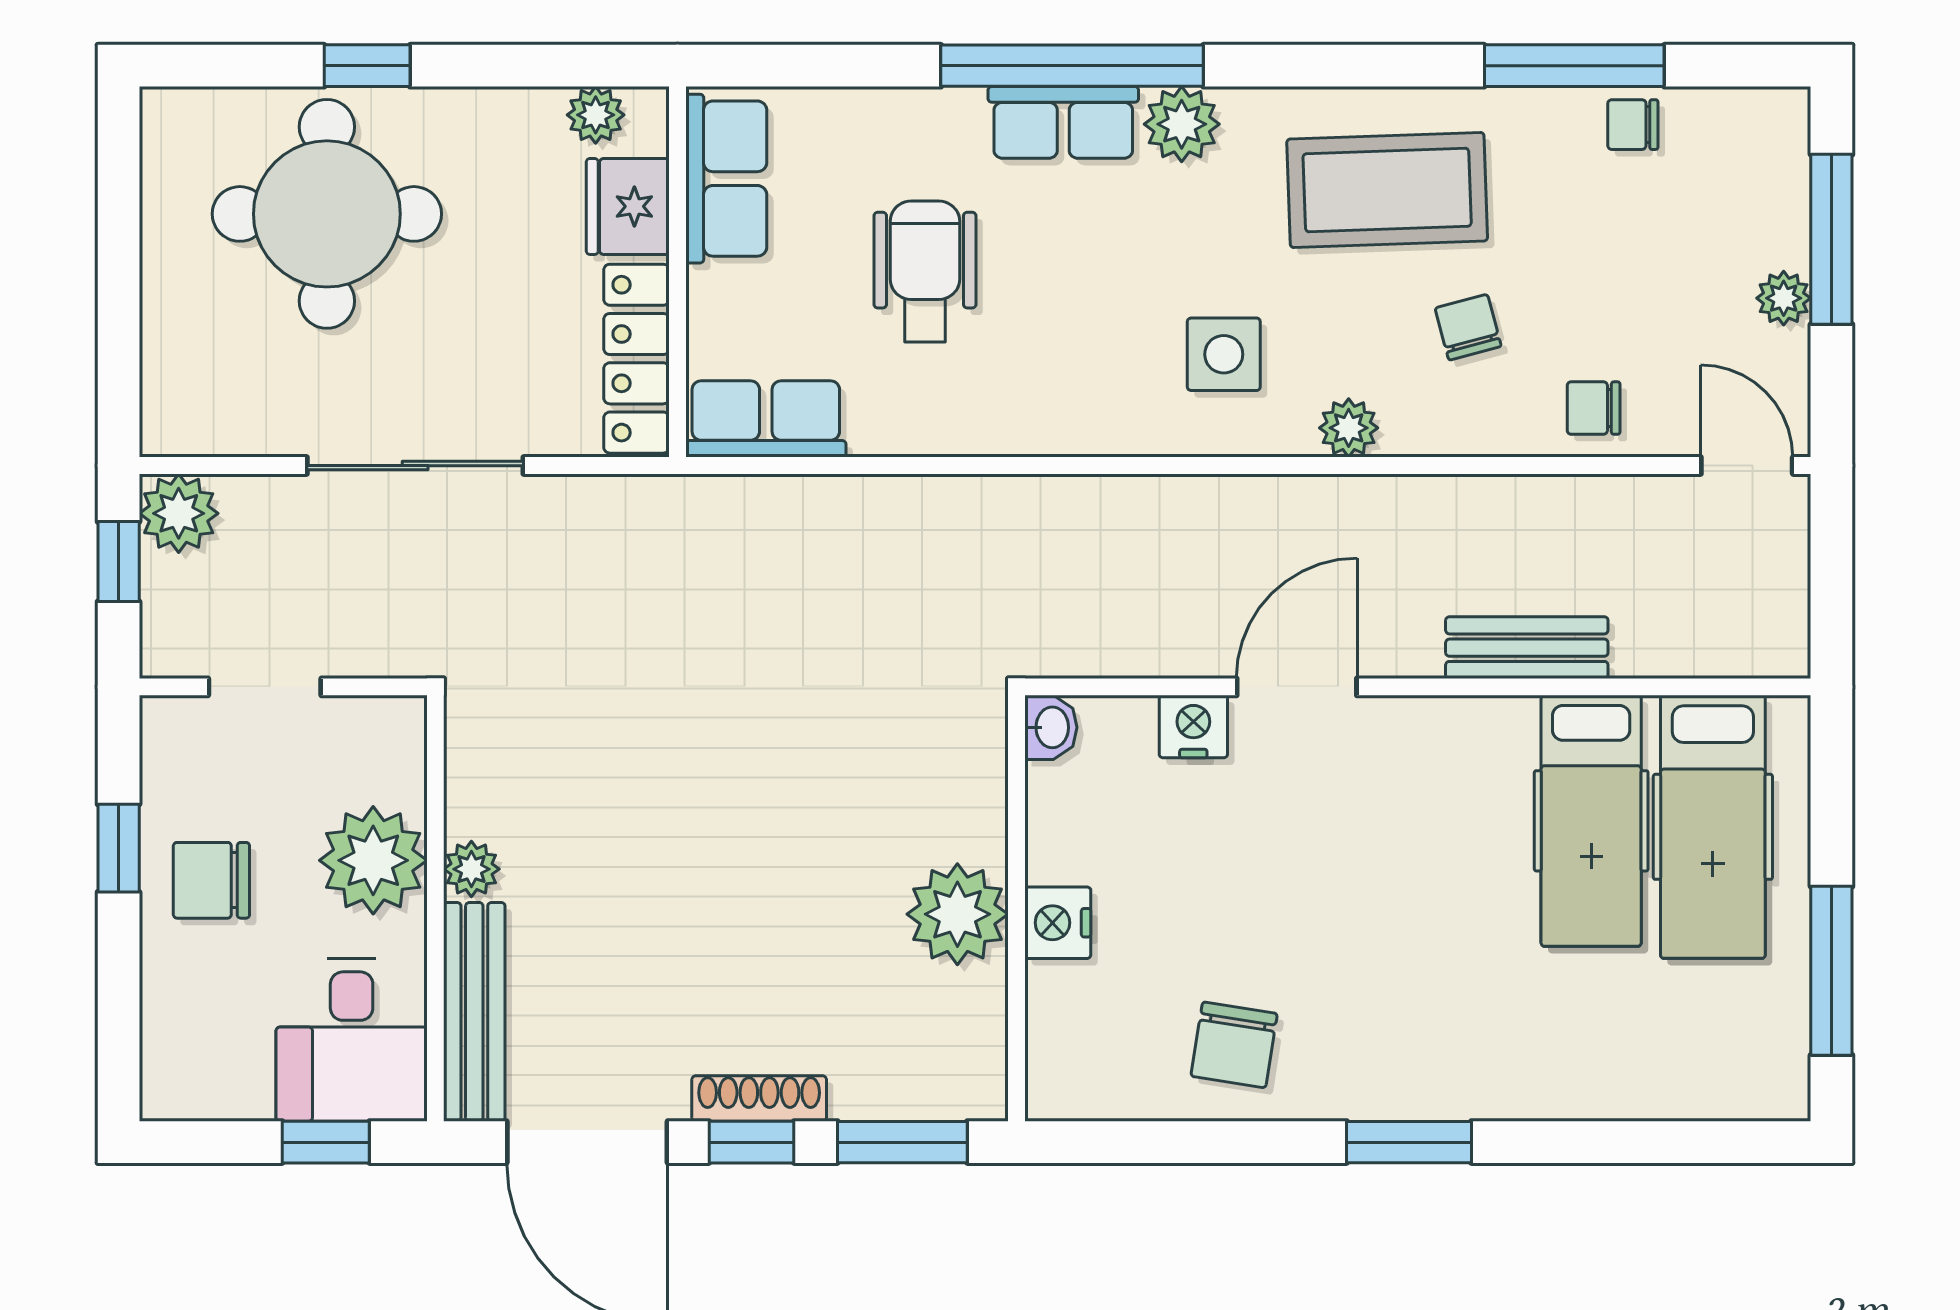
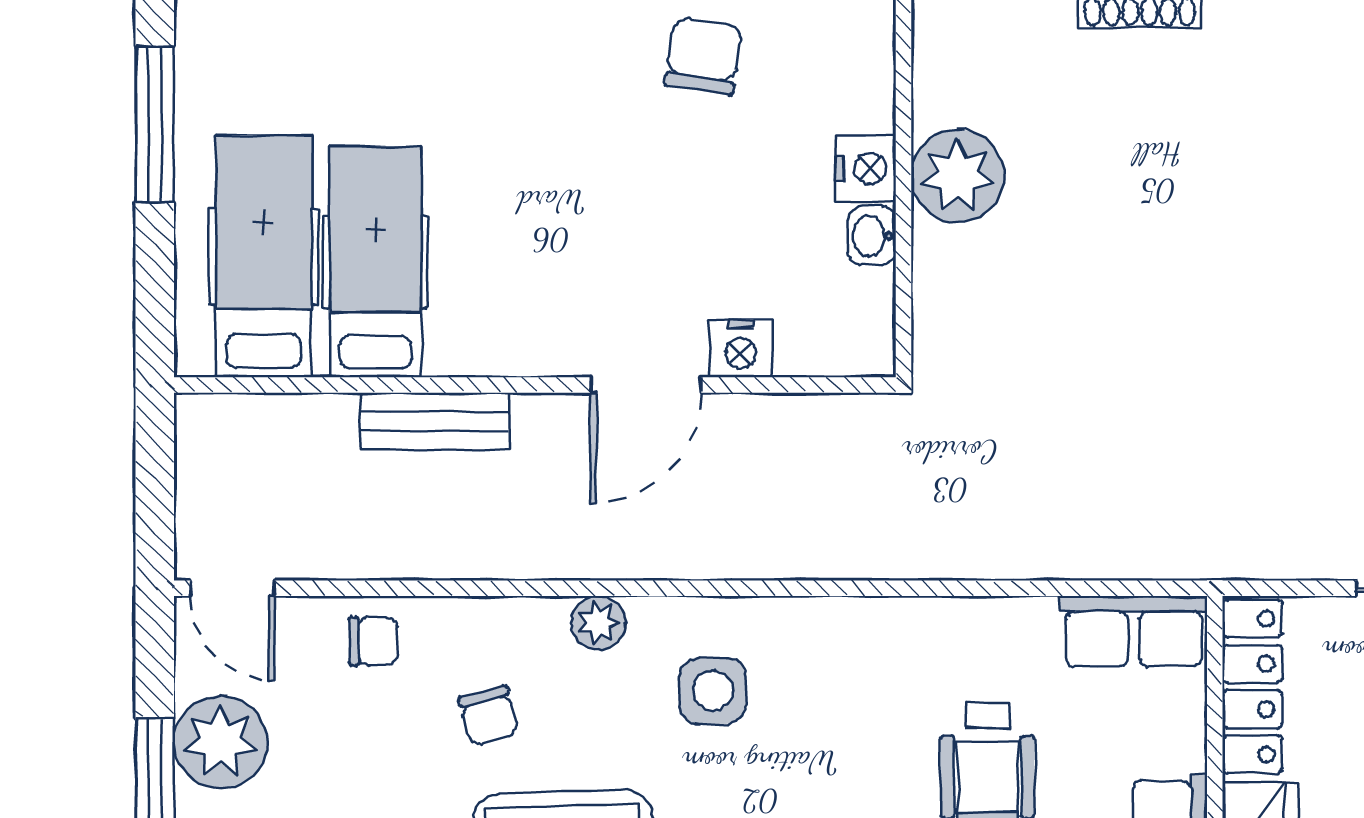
plant: (1784, 298) -> (220, 742), width x1.87, depth x1.87
washbasin: (1051, 727) -> (872, 236), moved

